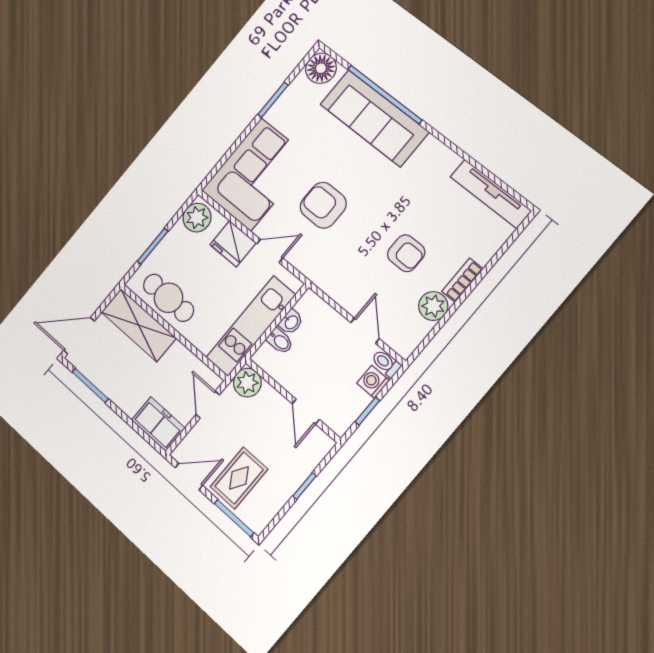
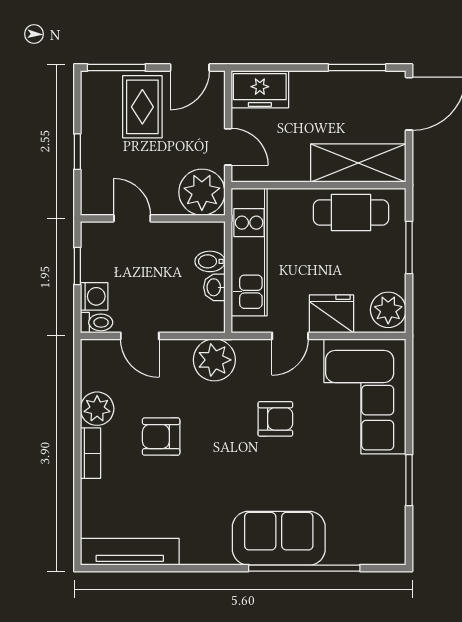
floor lamp: (321, 68) -> (387, 546), removed
sofa: (374, 118) -> (279, 538), width x0.73
armchair: (323, 205) -> (275, 419), width x0.72, depth x0.72
plant: (330, 275) -> (214, 360), added
plant: (247, 383) -> (202, 192), width x1.36, depth x1.36

